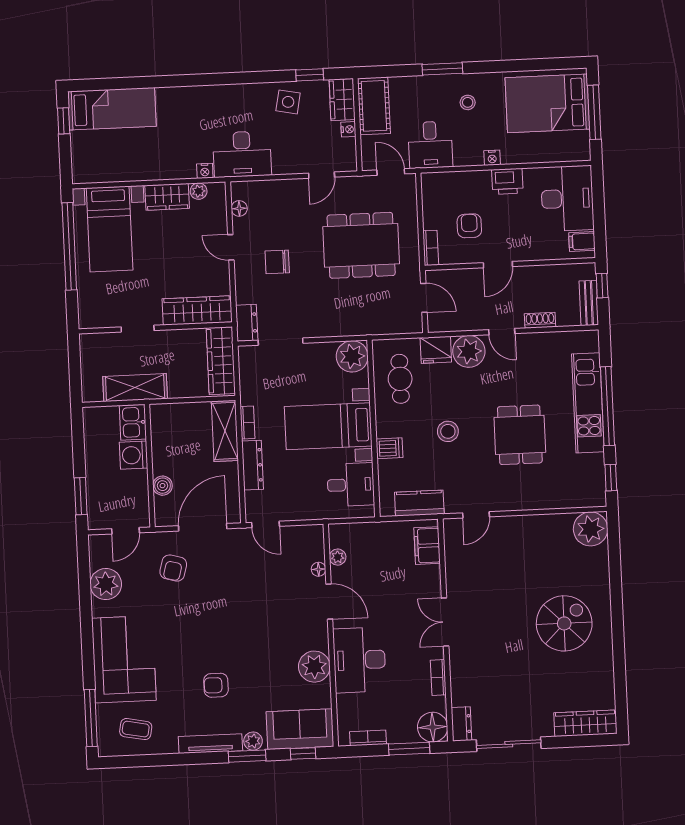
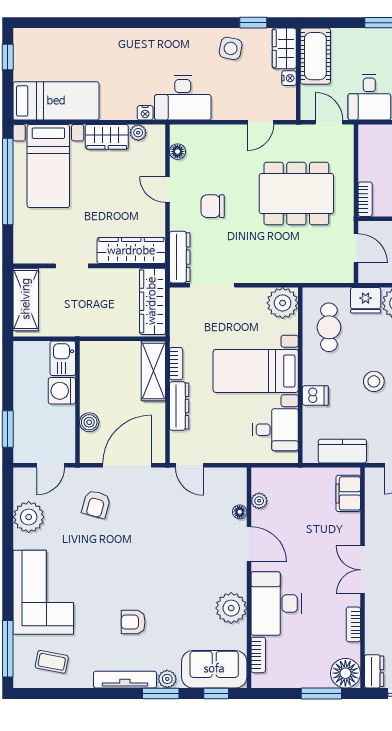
bed: (112, 109) -> (56, 101), moved
dresser: (247, 323) -> (180, 257), width x1.44
shelving: (135, 388) -> (26, 299), moved, turned 90
bookcase: (368, 738) -> (258, 655), moved, turned 90

